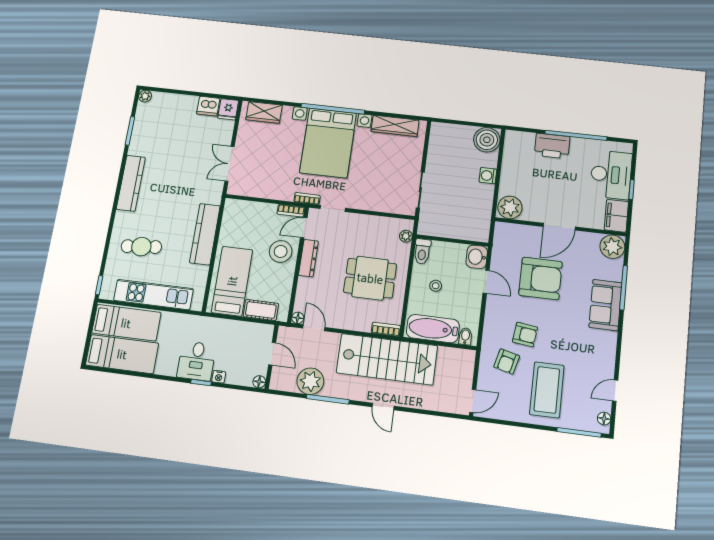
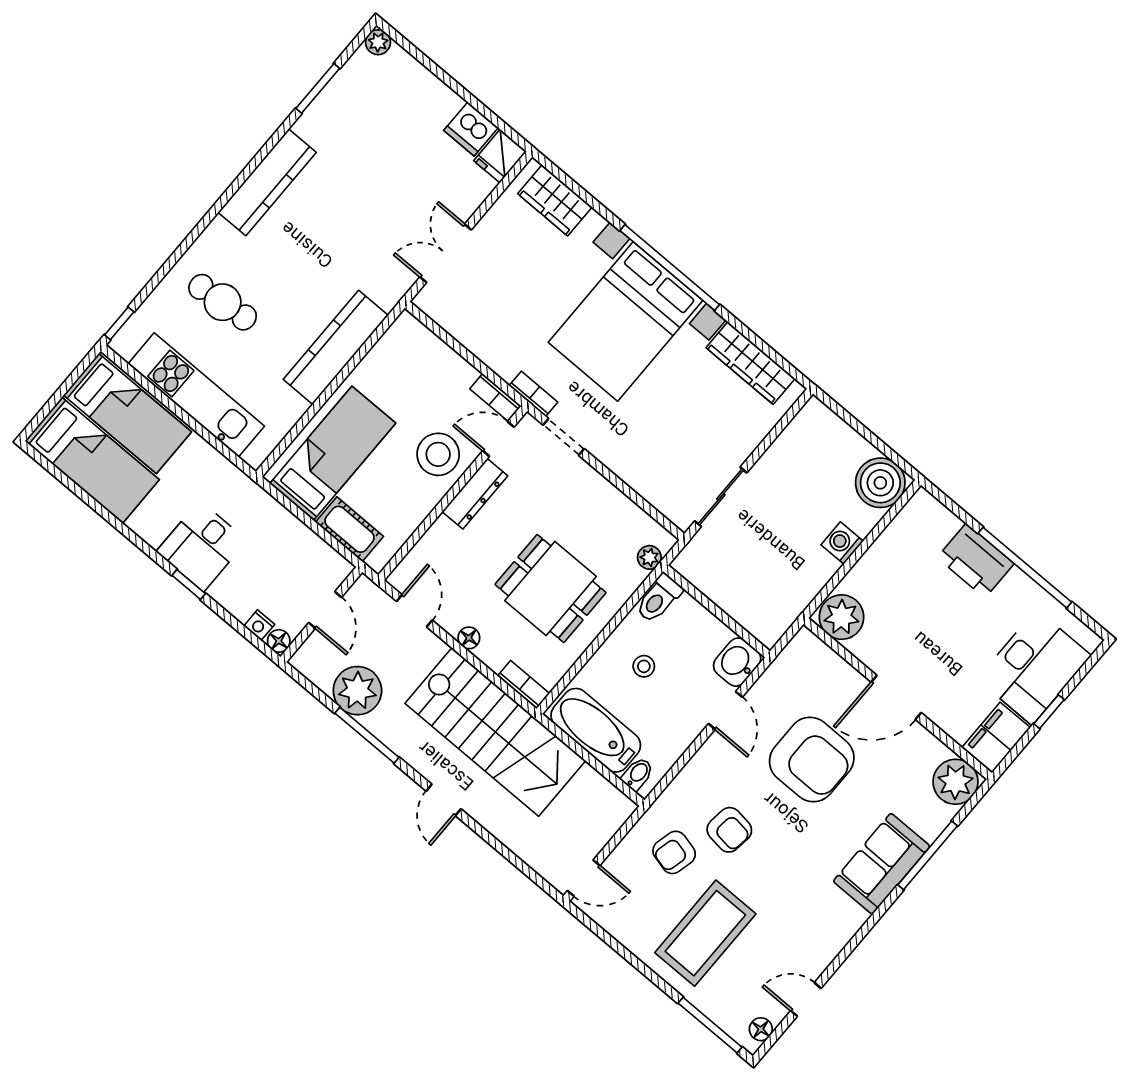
floor lamp: (298, 318) -> (469, 638), moved
nightstand: (219, 377) -> (259, 625), moved

